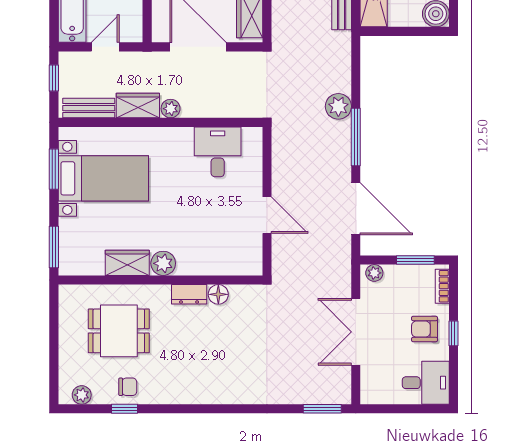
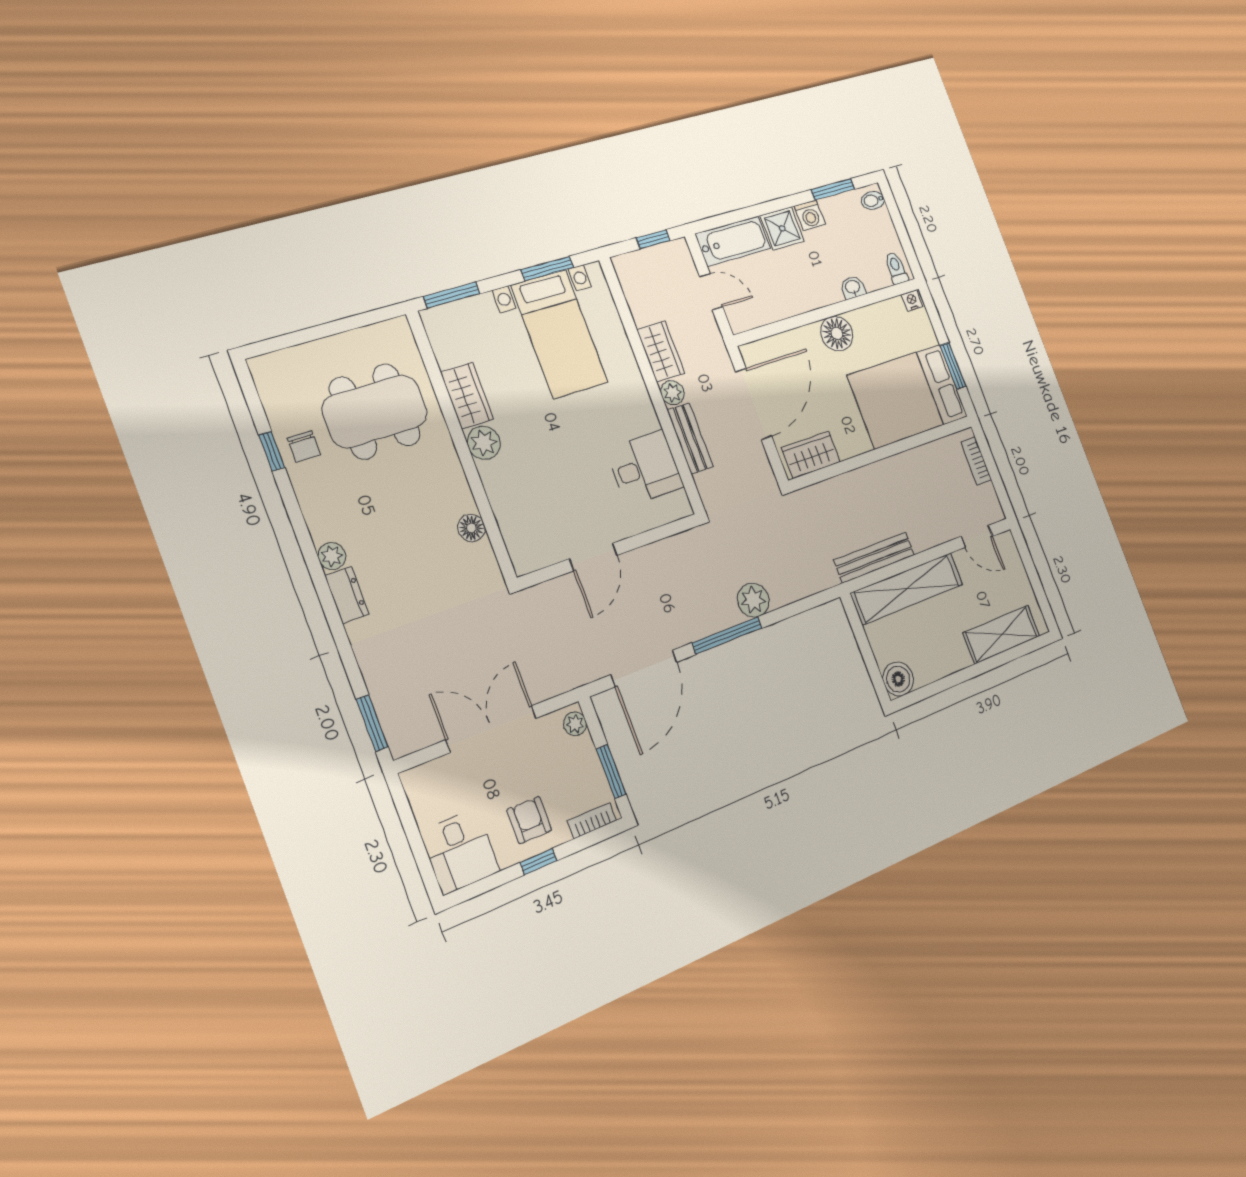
bench: (89, 108) -> (690, 438), moved
dresser: (189, 294) -> (347, 595), moved, turned 180
dining table: (119, 331) -> (375, 411), width x1.37
plant: (82, 395) -> (332, 556), moved

